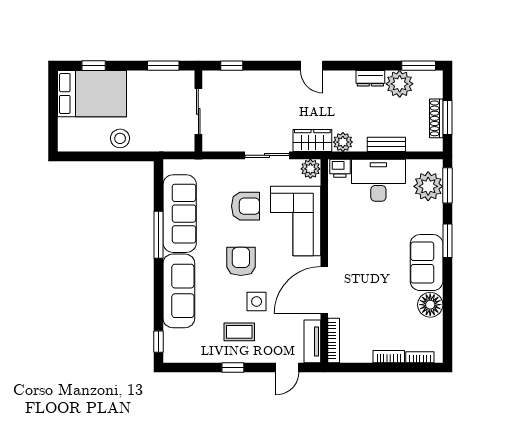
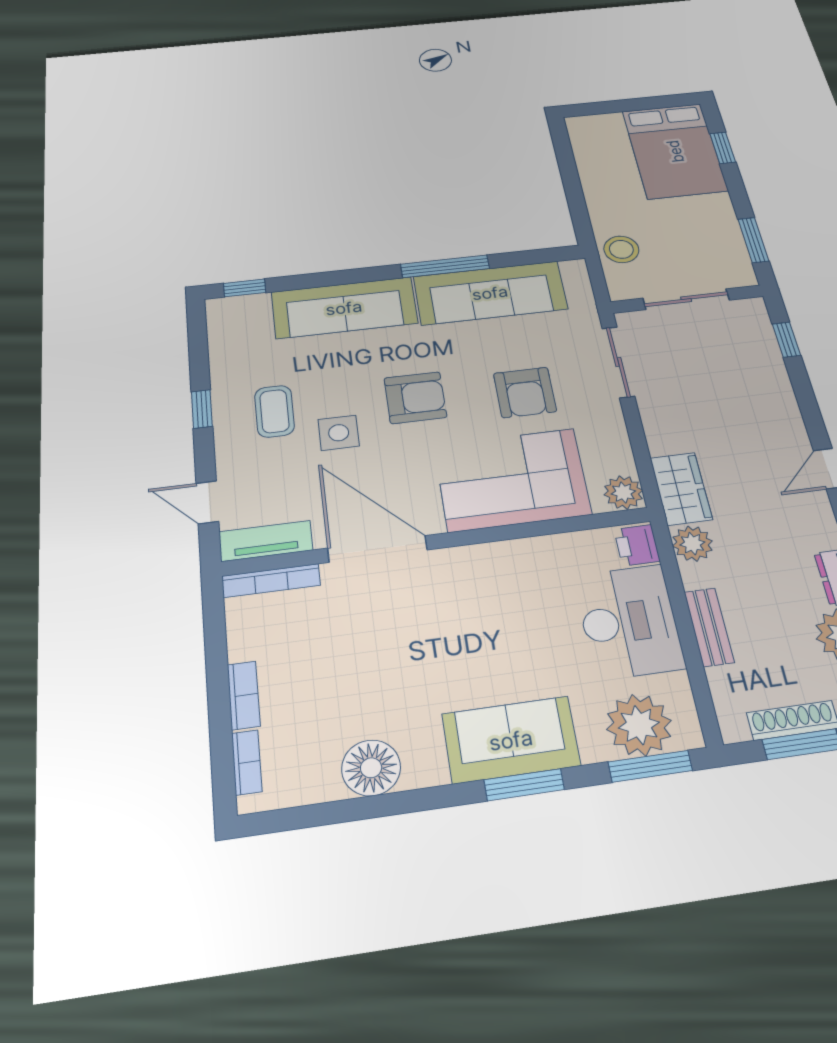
stool: (120, 138) -> (621, 249), moved
sliding door: (267, 155) -> (618, 362), moved
sofa: (427, 263) -> (511, 740), moved

